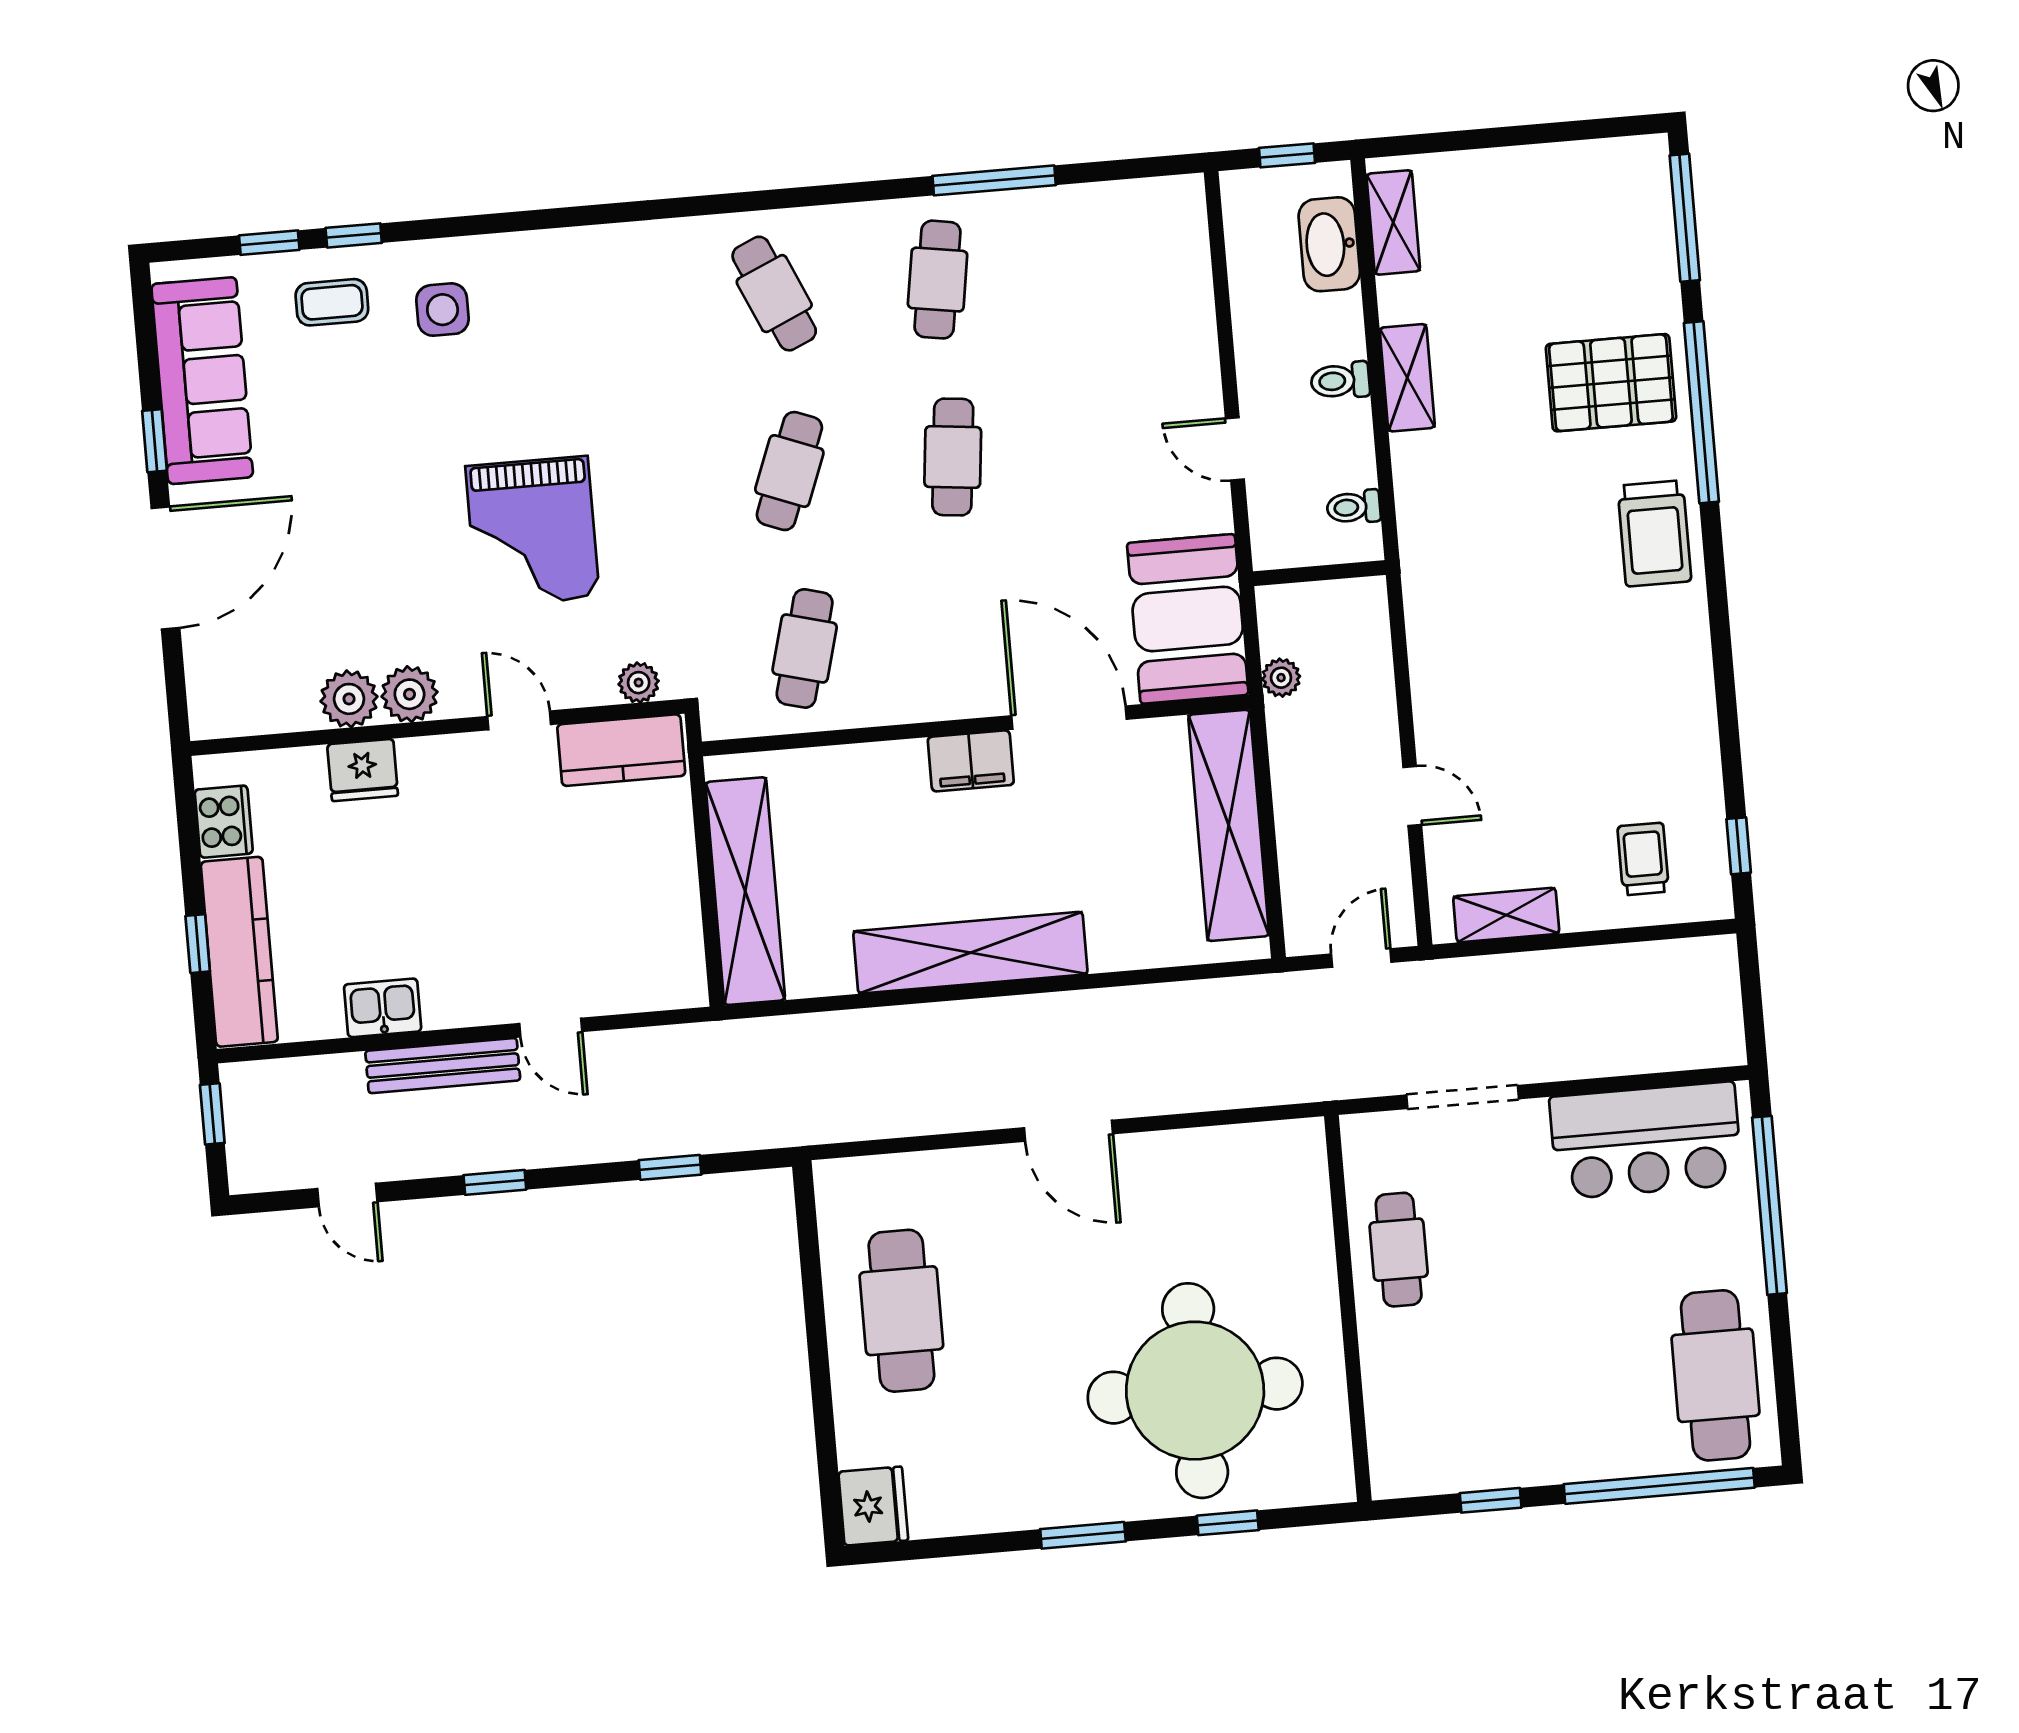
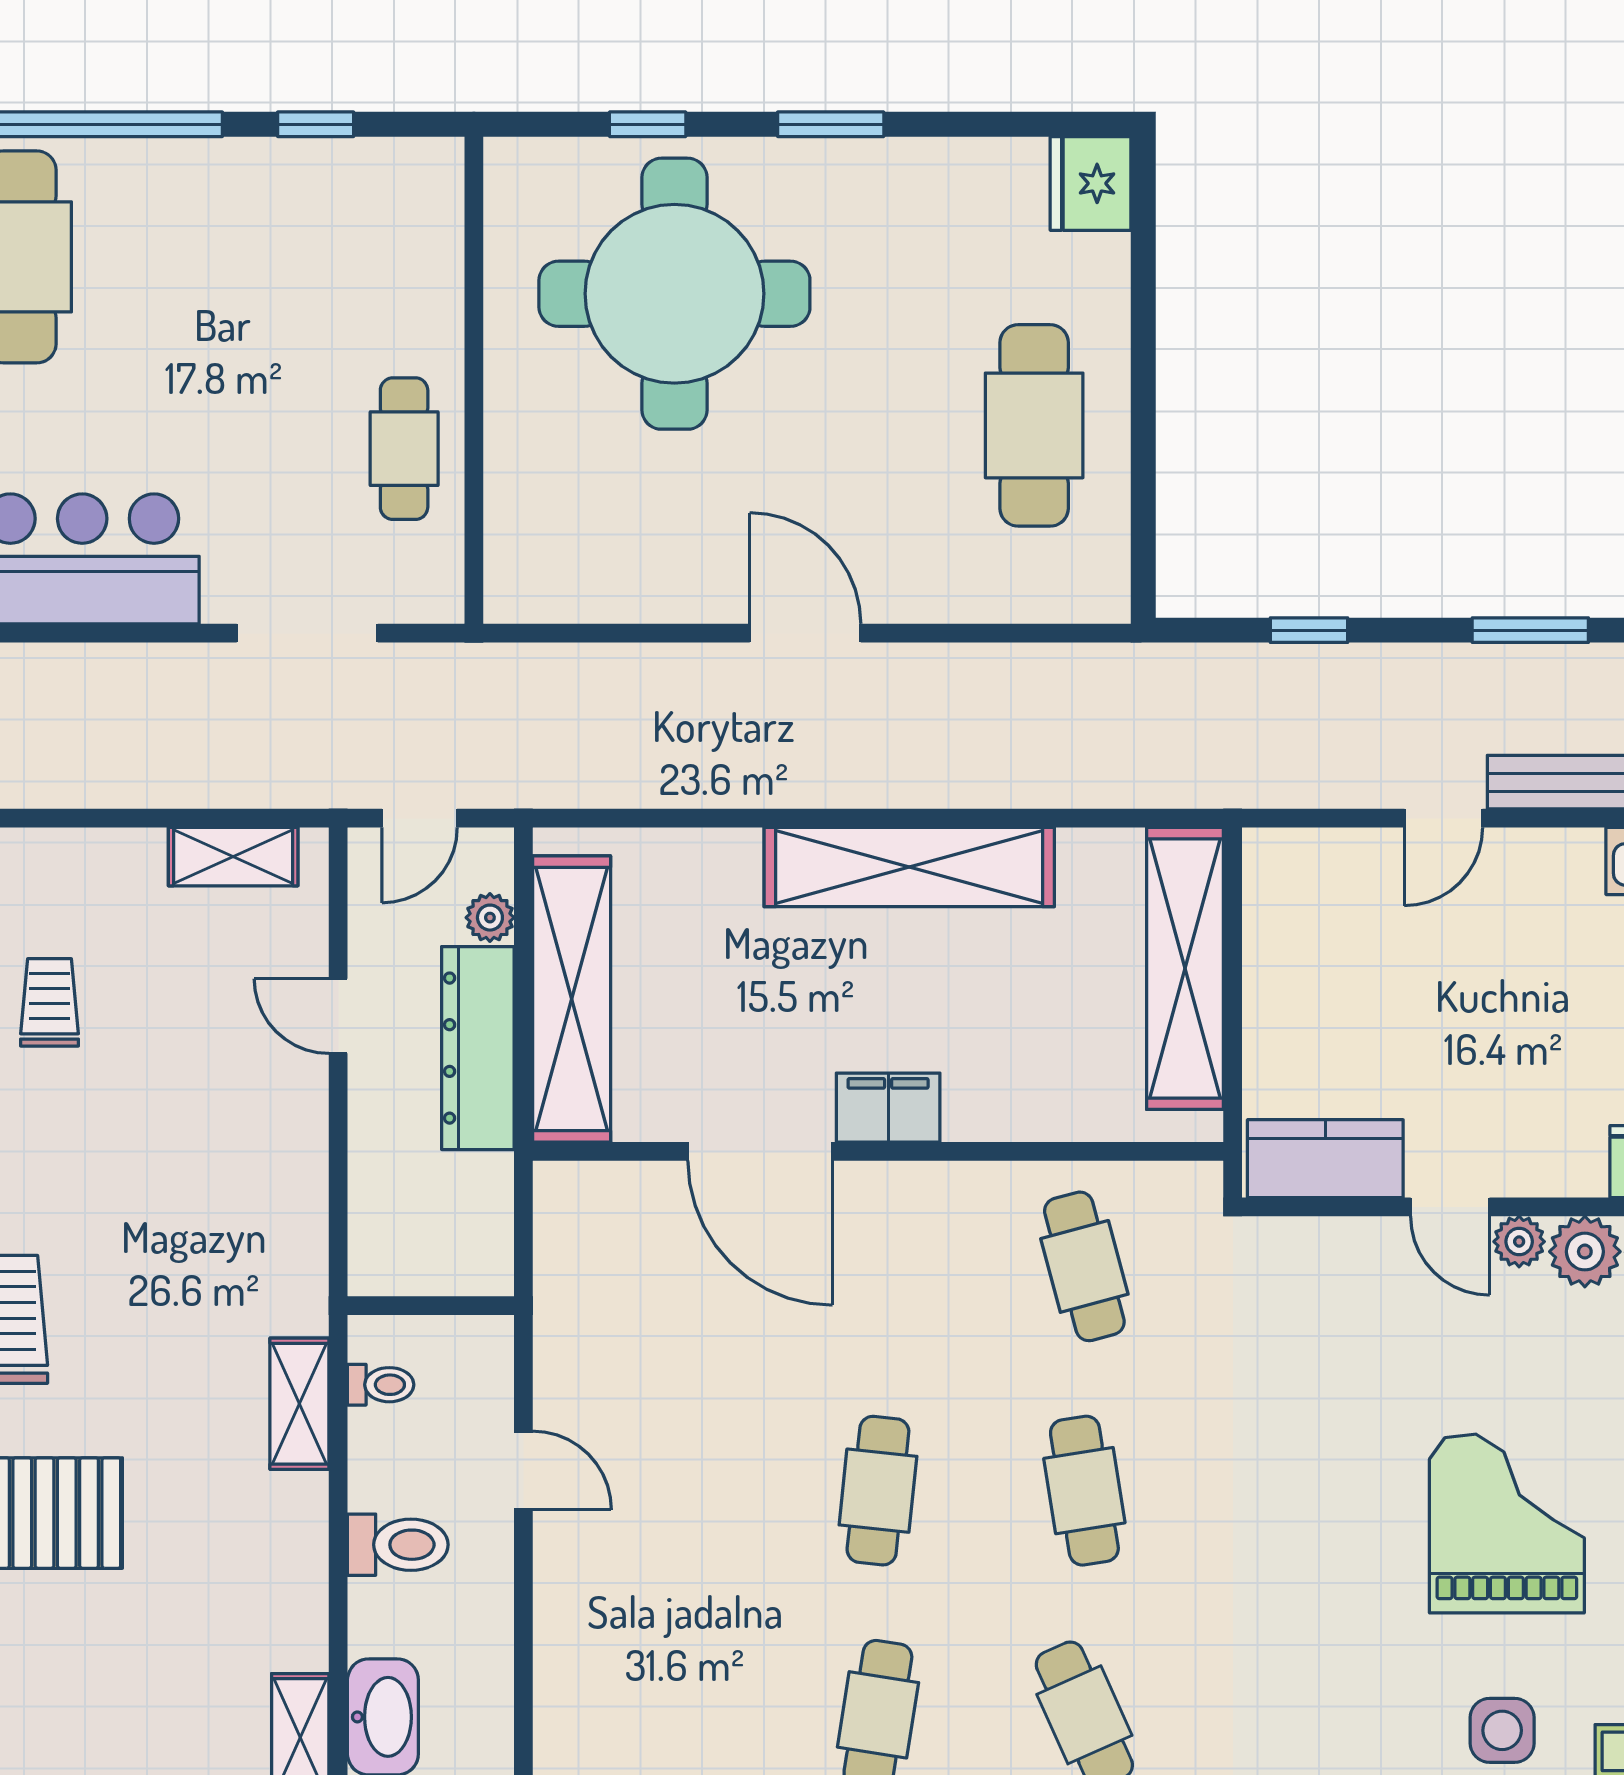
shelving: (1407, 378) -> (299, 1404), moved
toilet: (1340, 381) -> (398, 1545), width x1.37, depth x1.39
cafe table: (789, 471) -> (1084, 1491), turned -30
grand piano: (532, 532) -> (1507, 1524), moved
booth: (1188, 619) -> (601, 1262), removed
cafe table: (805, 648) -> (1084, 1266), turned -30
plant: (1281, 678) -> (490, 918), moved
plant: (639, 683) -> (1519, 1242), moved
dresser: (1300, 780) -> (478, 1048), added
trolley: (1643, 859) -> (49, 1002), moved, turned 180
door: (551, 1028) -> (1444, 818), swing flipped
window: (495, 1182) -> (1530, 630), width x1.50

